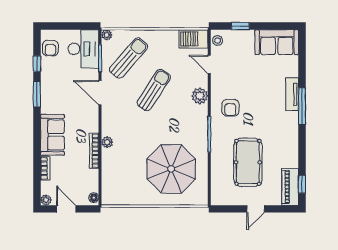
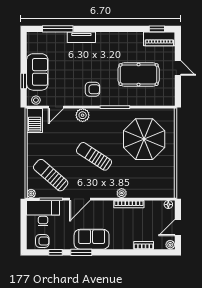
sofa: (277, 42) -> (37, 72), moved
sun lounger: (154, 90) -> (94, 156), moved
window: (302, 106) -> (58, 29), moved
sofa: (52, 135) -> (92, 239), moved

